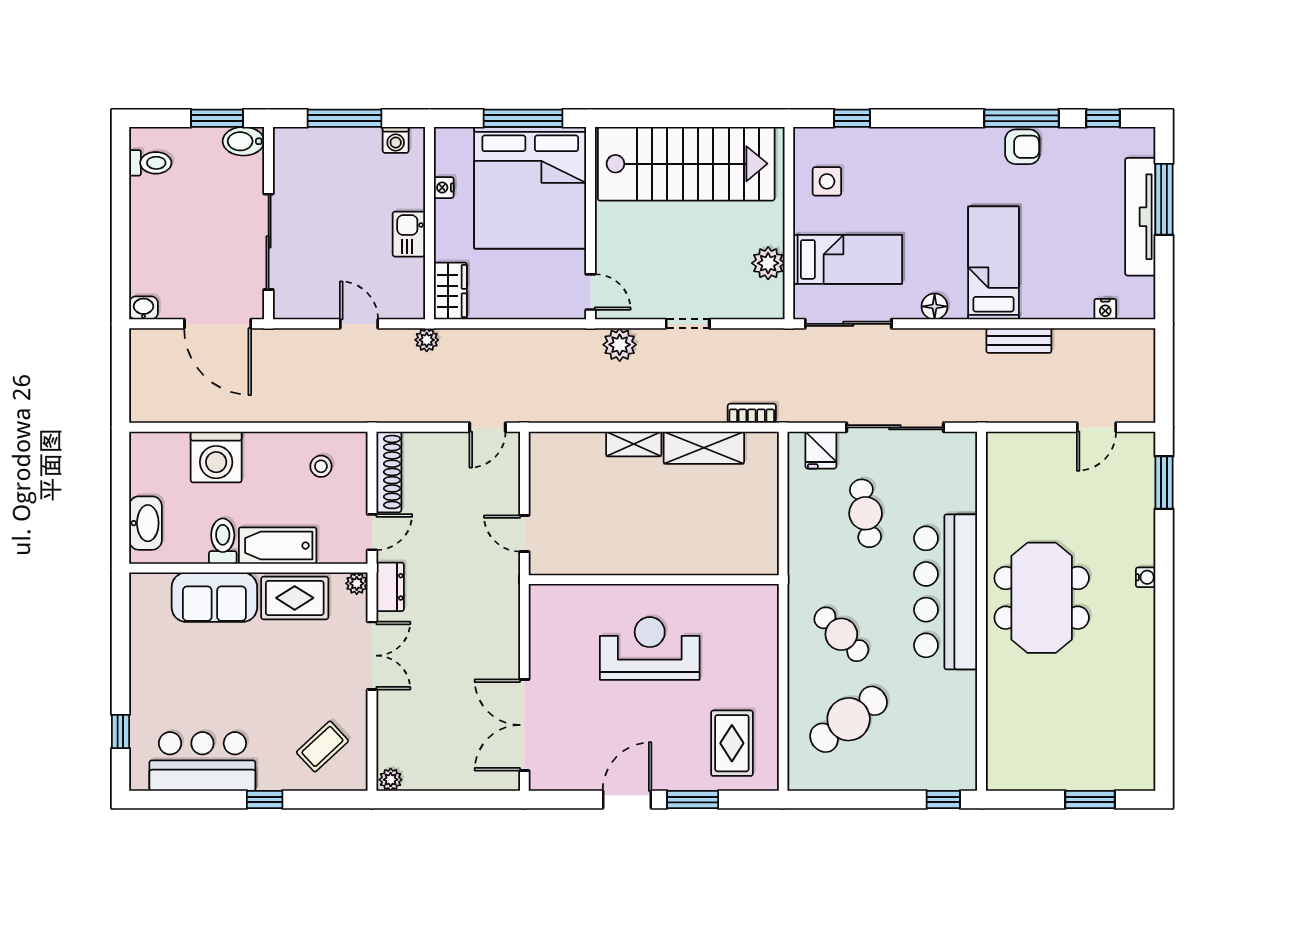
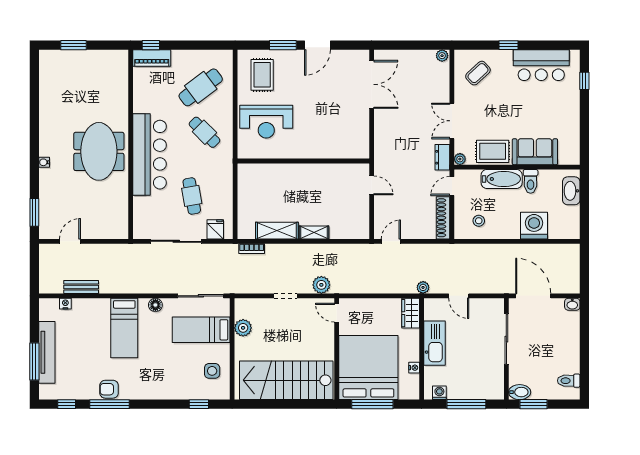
kitchen sink: (409, 234) -> (434, 343), width x1.88, depth x1.24
bench: (1019, 341) -> (81, 287), moved
reception desk: (650, 648) -> (266, 122), moved
piano: (941, 775) -> (152, 58), added

